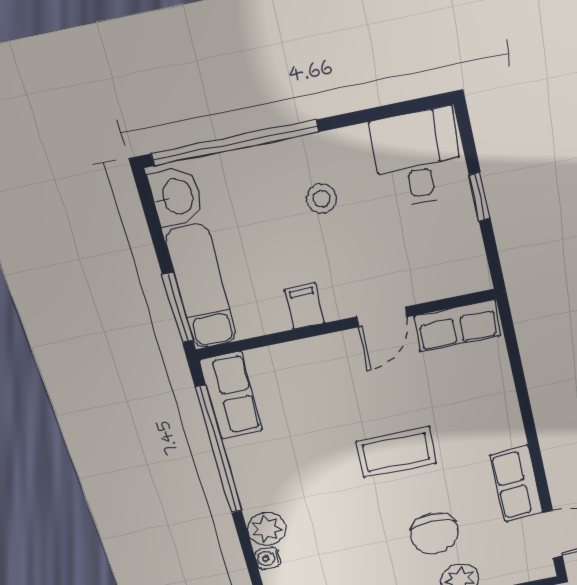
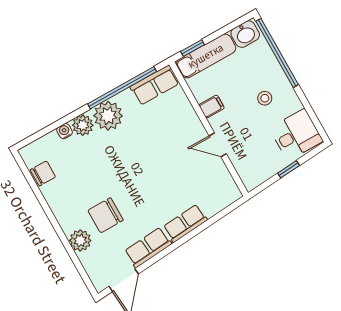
window: (178, 308) -> (193, 48), width x0.67
row of seats: (458, 326) -> (185, 223), moved, turned 85
coffee table: (396, 452) -> (148, 177), removed
plant: (263, 486) -> (108, 116), added

